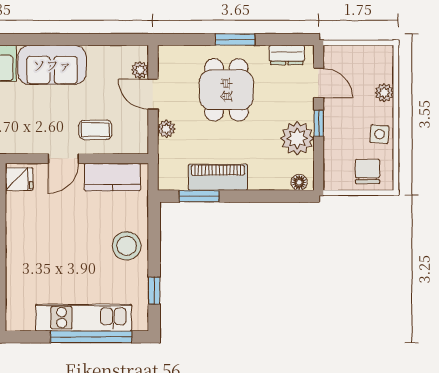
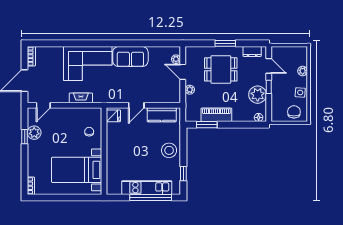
dining table: (226, 90) -> (221, 69), turned 90
coffee table: (95, 130) -> (153, 90), removed

